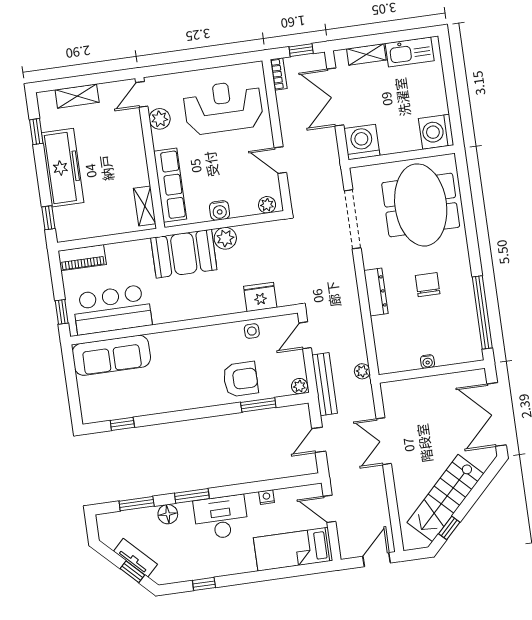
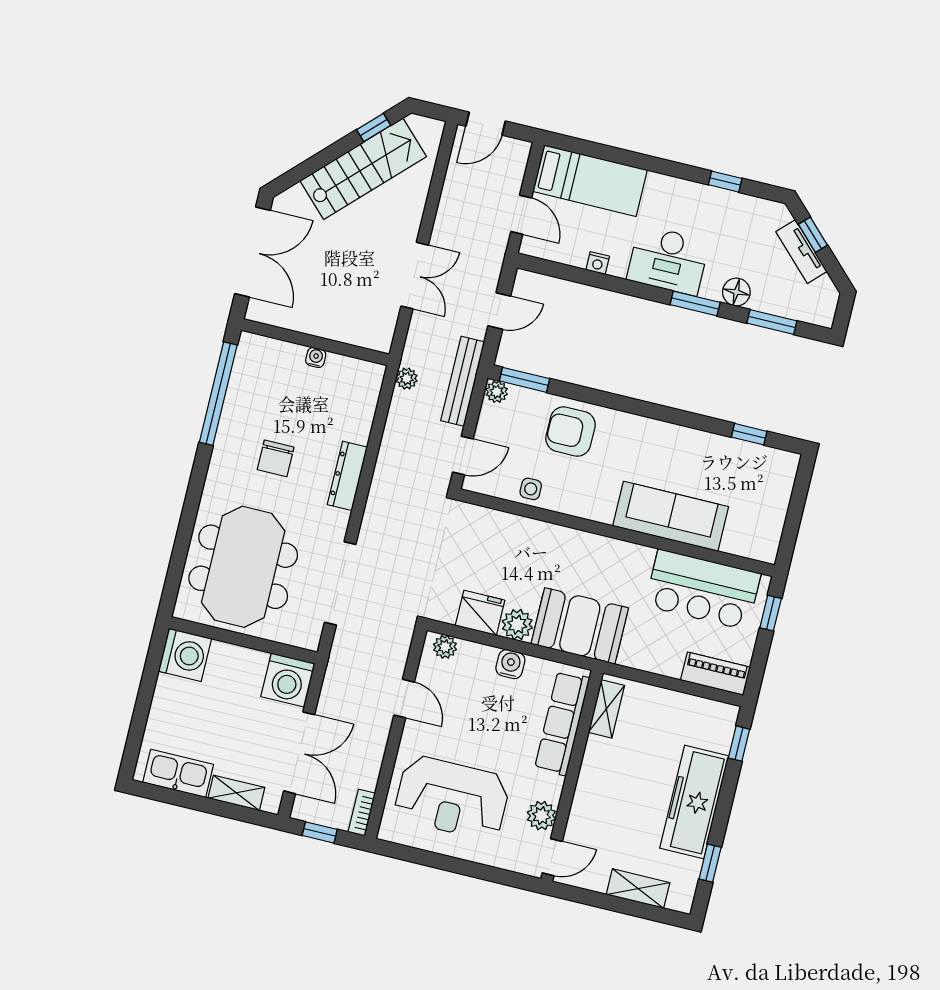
fridge: (260, 297) -> (480, 613), moved, turned 180
sofa: (111, 355) -> (671, 516), moved
window: (258, 405) -> (525, 380), moved

